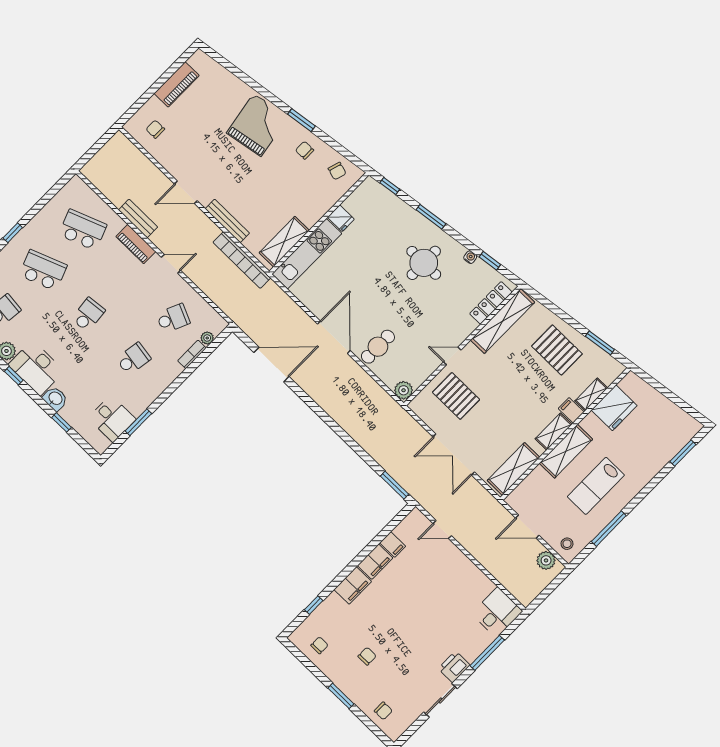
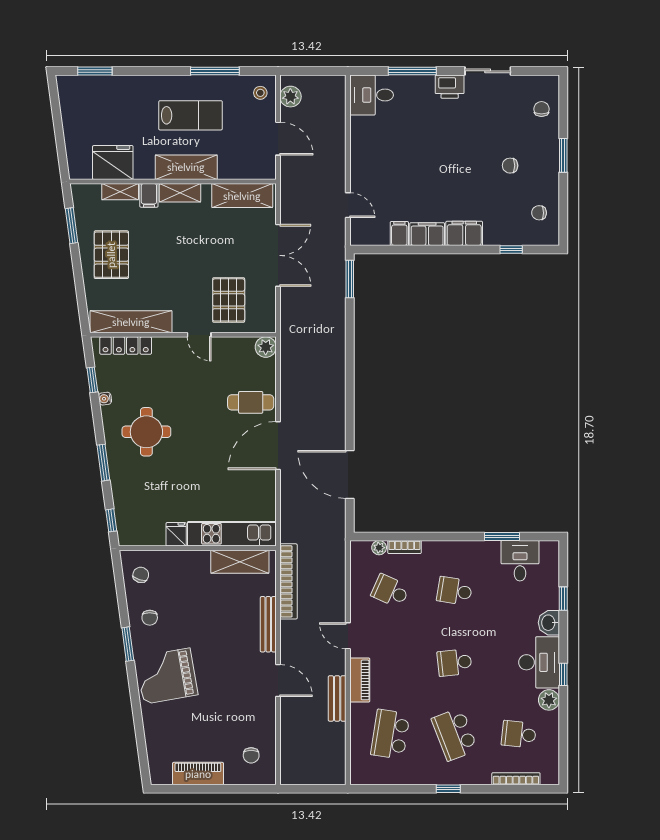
school desk: (83, 230) -> (390, 734), turned 30

